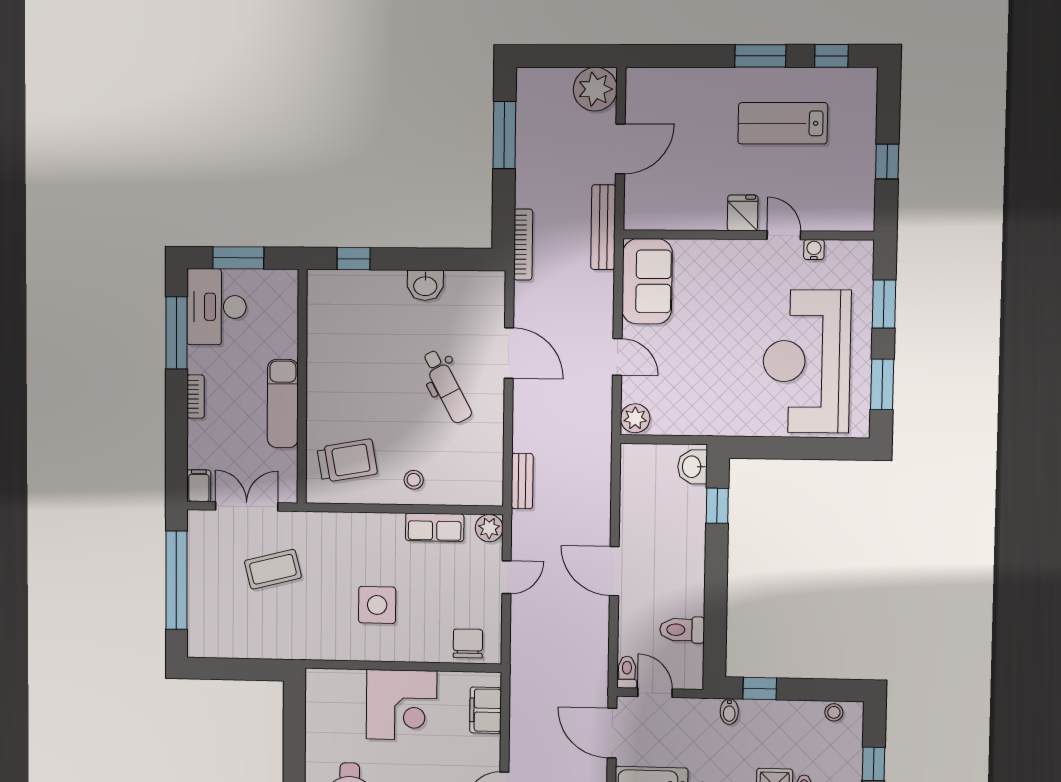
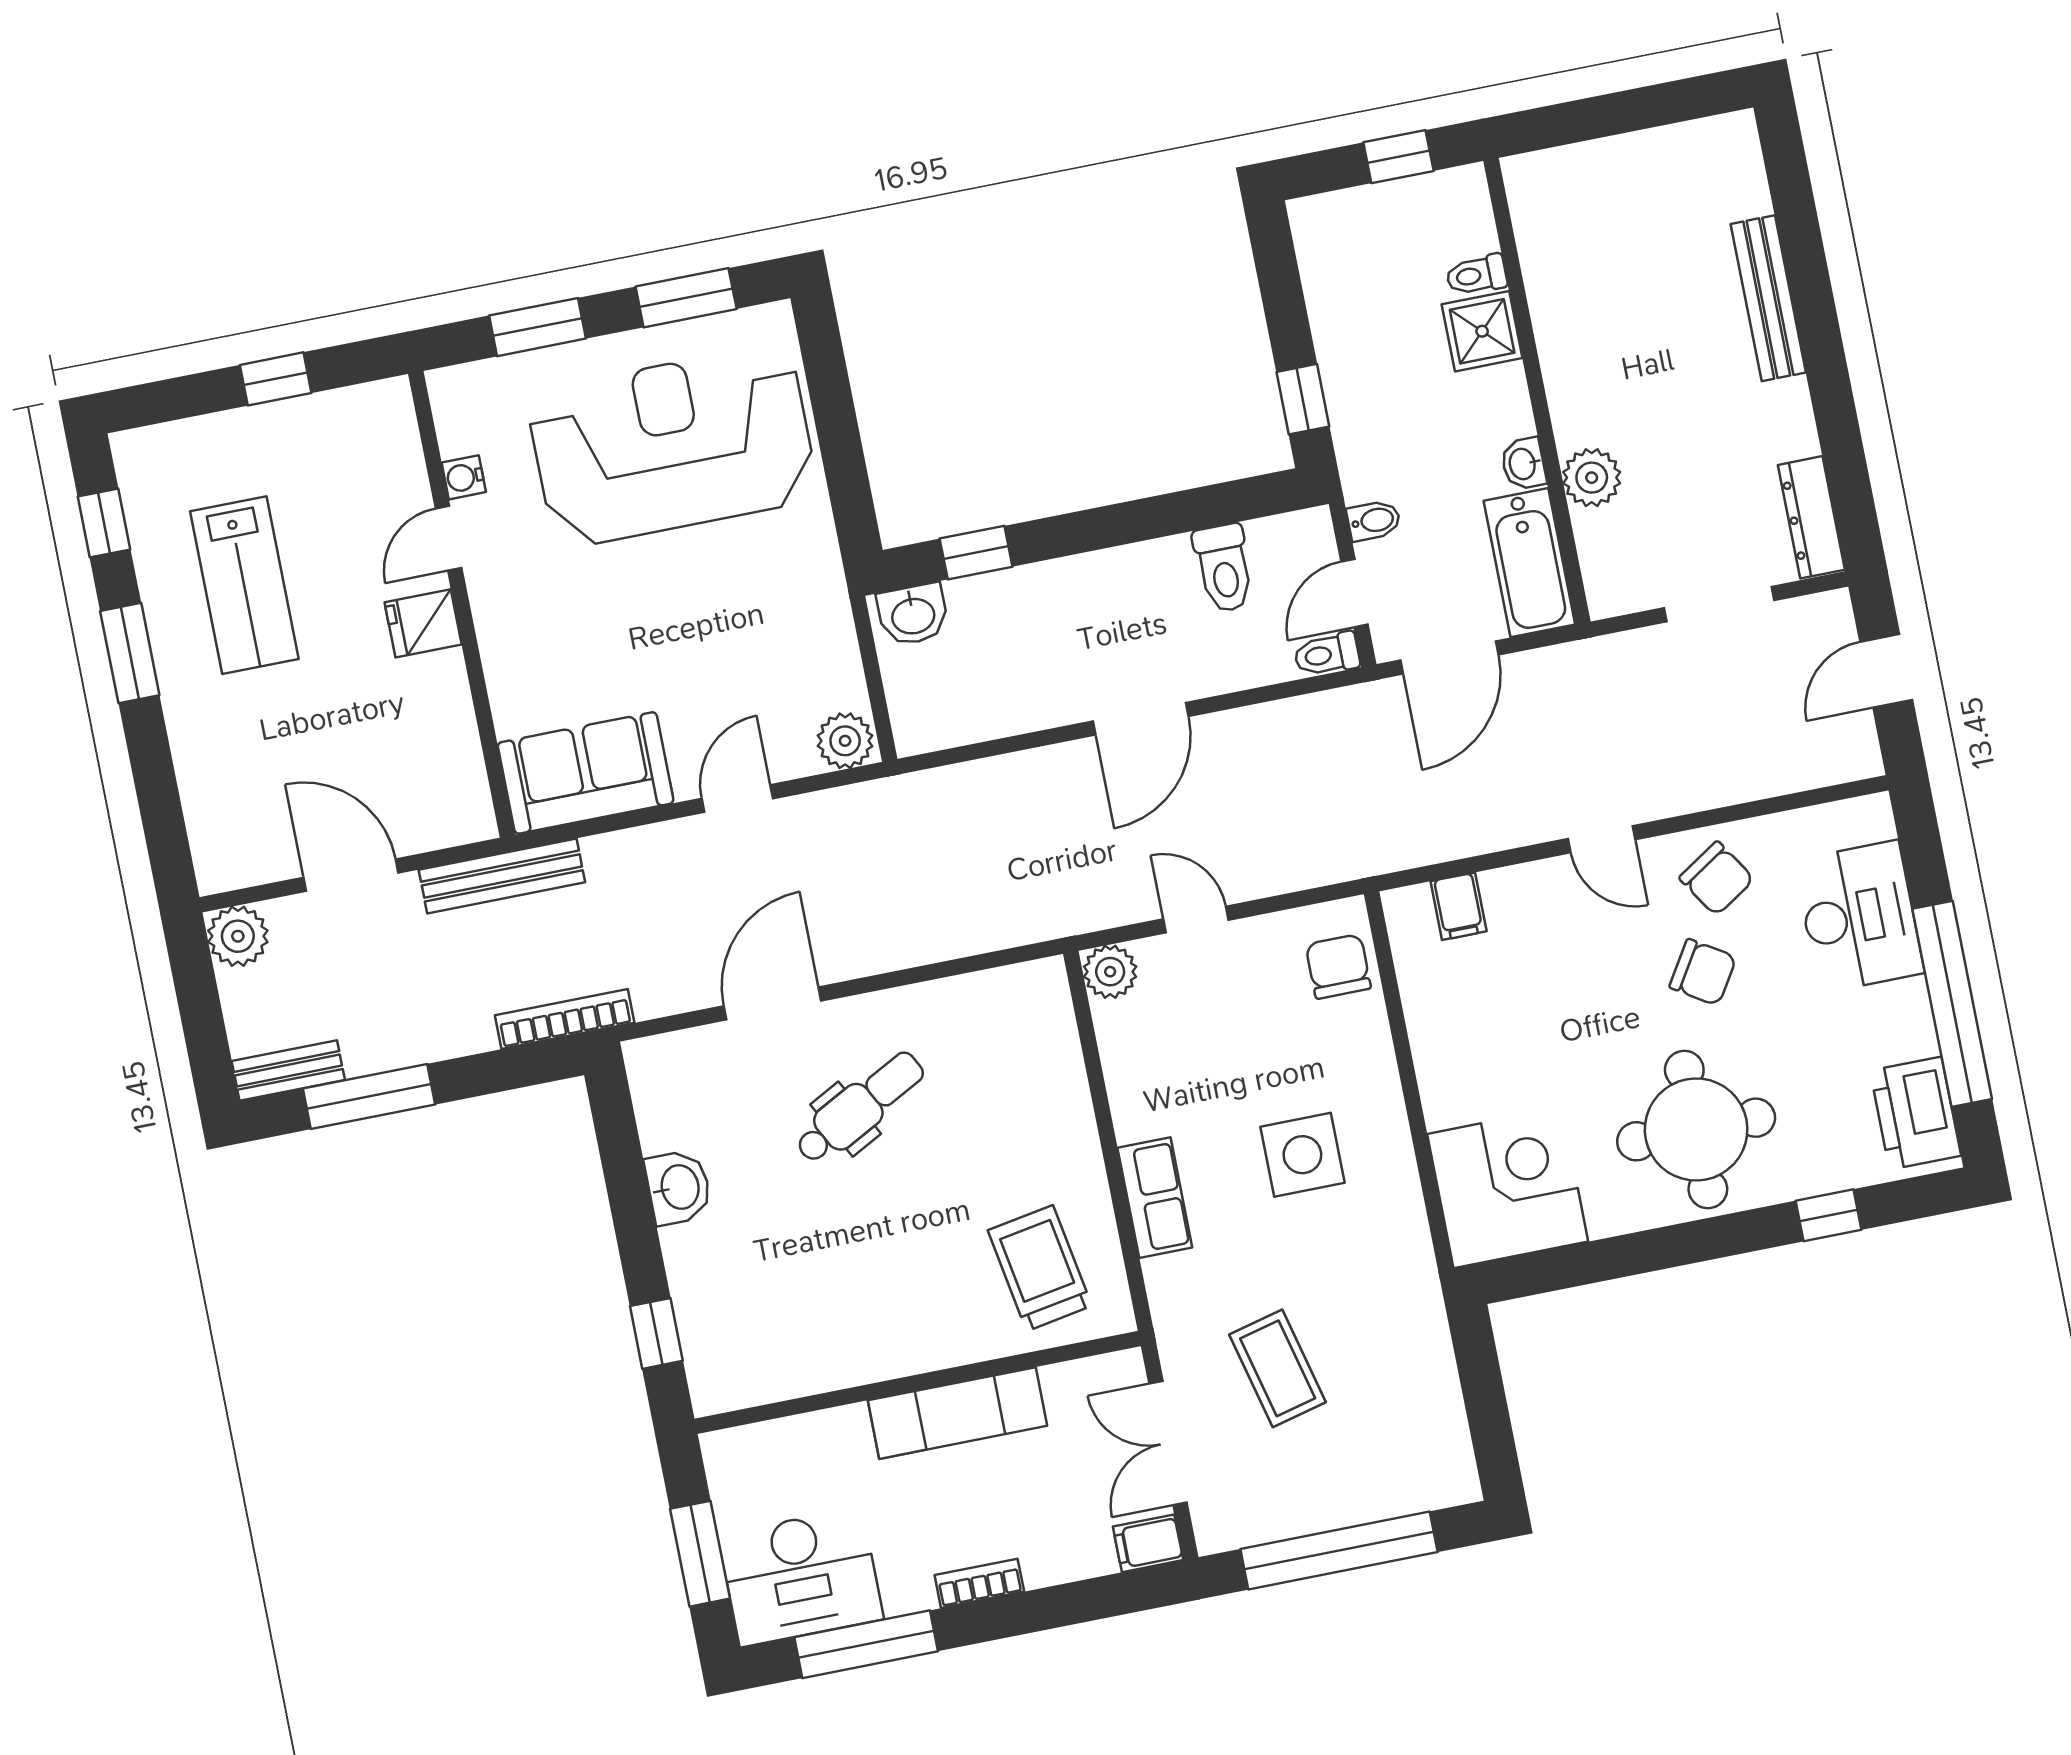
plant: (595, 89) -> (238, 936), width x0.73, depth x0.73
reception desk: (807, 361) -> (672, 446), turned 180
stool: (414, 480) -> (1049, 1134), removed
bench: (522, 481) -> (288, 1070), moved
row of seats: (435, 527) -> (1155, 1198), moved
chair: (468, 643) -> (1338, 966), turned 90
corner desk: (402, 705) -> (1508, 1188), moved
filing cabinet: (486, 710) -> (1459, 906), width x0.50
bidet: (729, 712) -> (1374, 521), moved
stool: (834, 712) -> (1317, 252), removed

